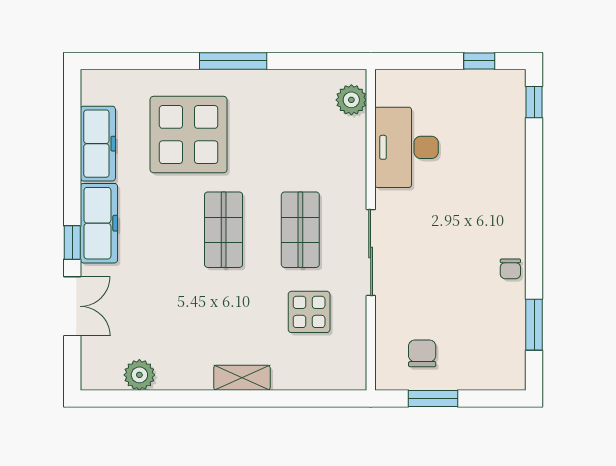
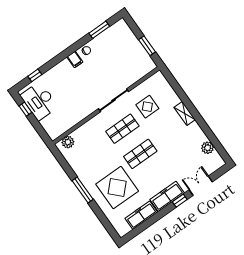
window: (534, 102) -> (35, 75), moved
desk: (406, 147) -> (39, 101), moved, turned 90
filing cabinet: (509, 233) -> (75, 59), added
chair: (422, 353) -> (135, 60), removed

